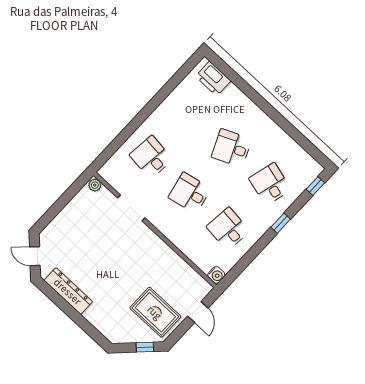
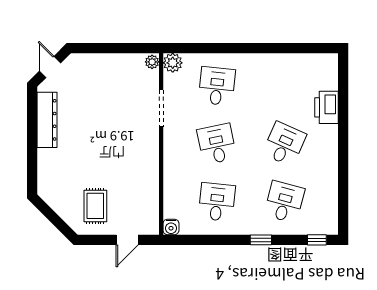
printer: (213, 79) -> (326, 107), moved
desk: (231, 148) -> (284, 144), turned 48
plant: (108, 172) -> (173, 63), added
rug: (155, 312) -> (95, 206), width x0.73, depth x0.70
window: (145, 347) -> (59, 224), removed

